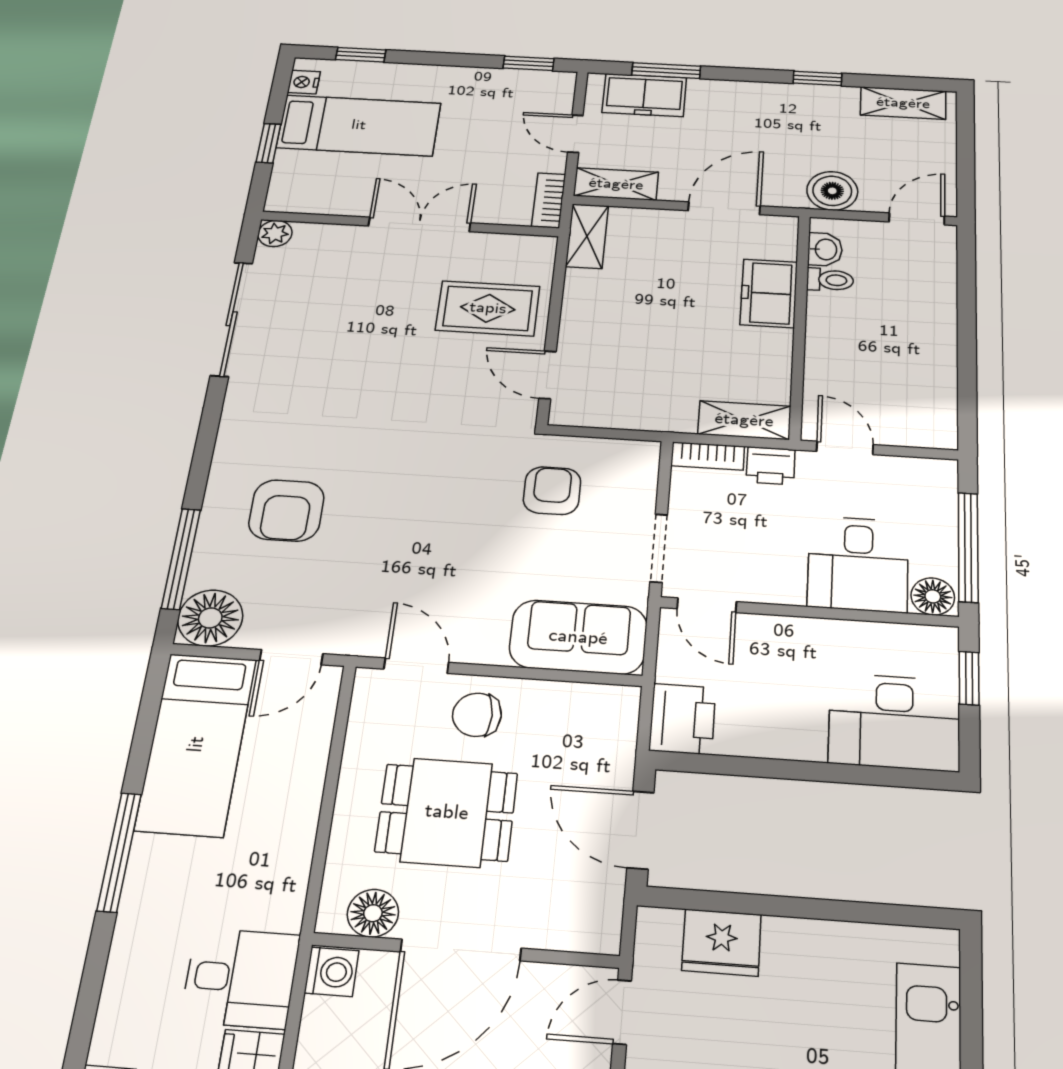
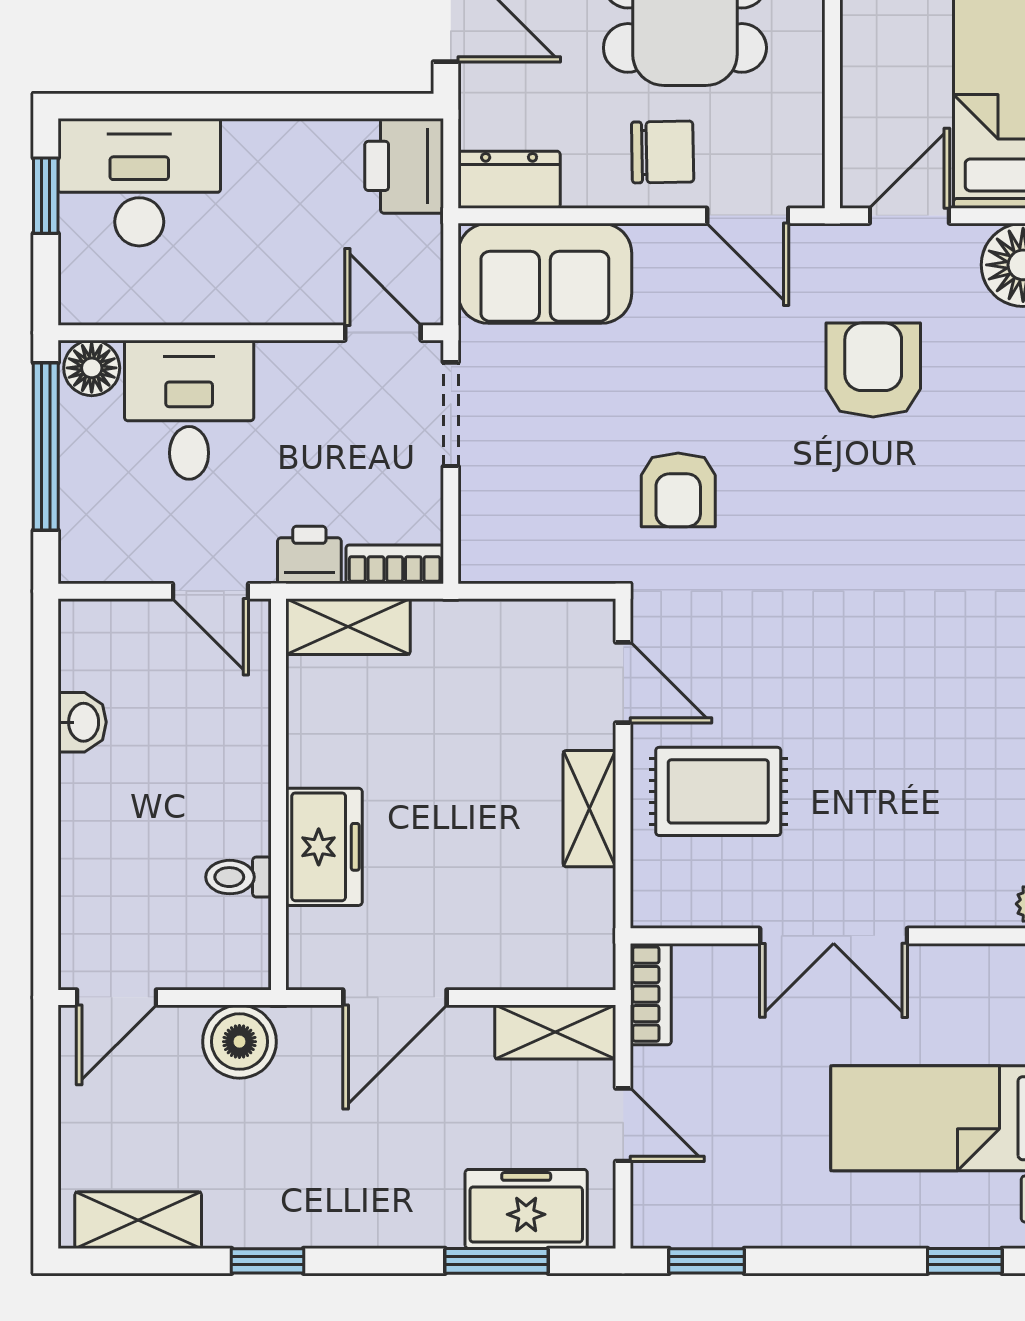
shelving: (587, 236) -> (589, 809), moved
washbasin: (825, 249) -> (82, 722), moved, turned 180
armchair: (552, 491) -> (678, 490), moved
armchair: (286, 510) -> (873, 370), moved
window: (969, 678) -> (46, 196), moved
dresser: (600, 704) -> (509, 180), added

